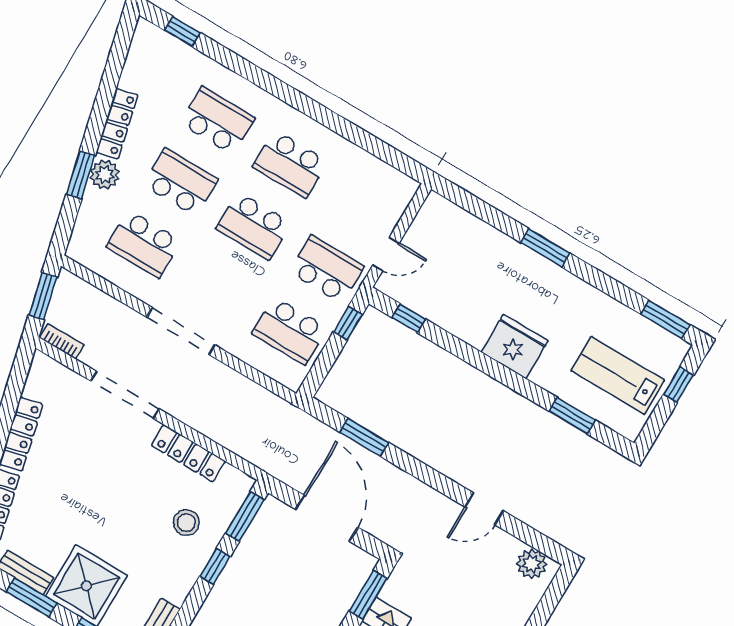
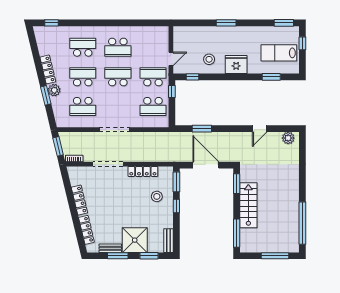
school desk: (254, 226) -> (118, 77), turned 180
stool: (465, 302) -> (209, 59), added

